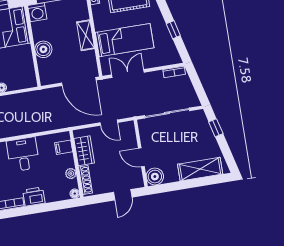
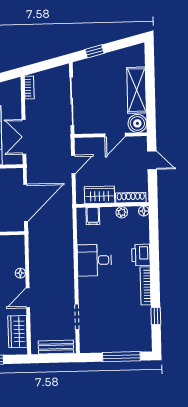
door: (79, 82) -> (26, 203), moved
shelving: (200, 169) -> (137, 90), moved

